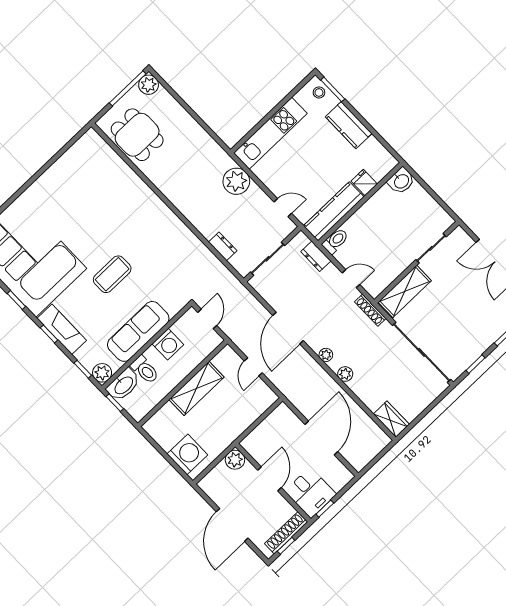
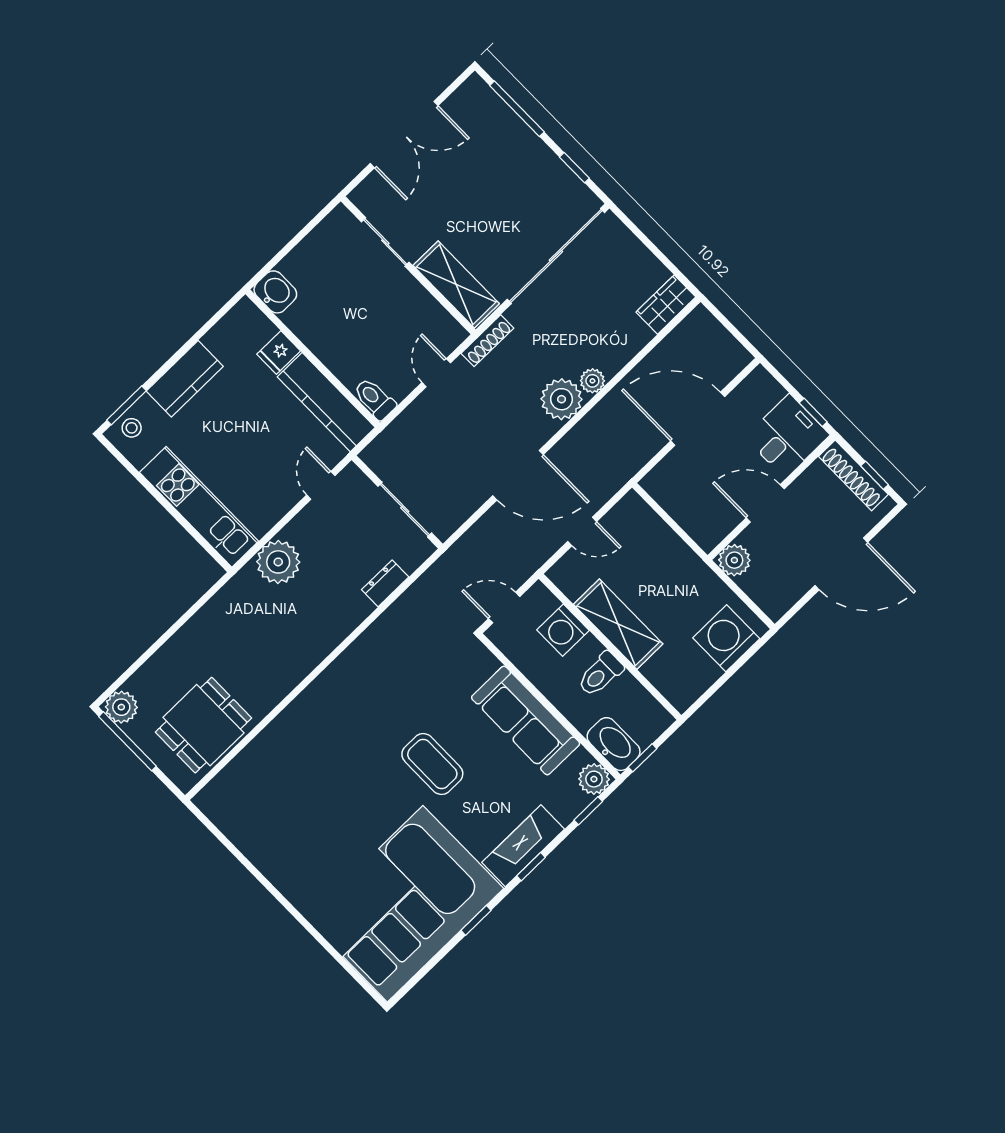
dresser: (316, 256) -> (400, 431), removed
washing machine: (168, 344) -> (563, 630), moved, turned 180
plant: (326, 355) -> (562, 399), width x1.88, depth x1.88
toilet: (145, 370) -> (600, 674), moved, turned 180

